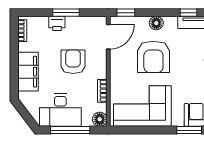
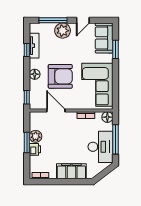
plant: (74, 24) -> (36, 136), added
door: (108, 37) -> (56, 111), moved
armchair: (73, 62) -> (64, 137), removed

